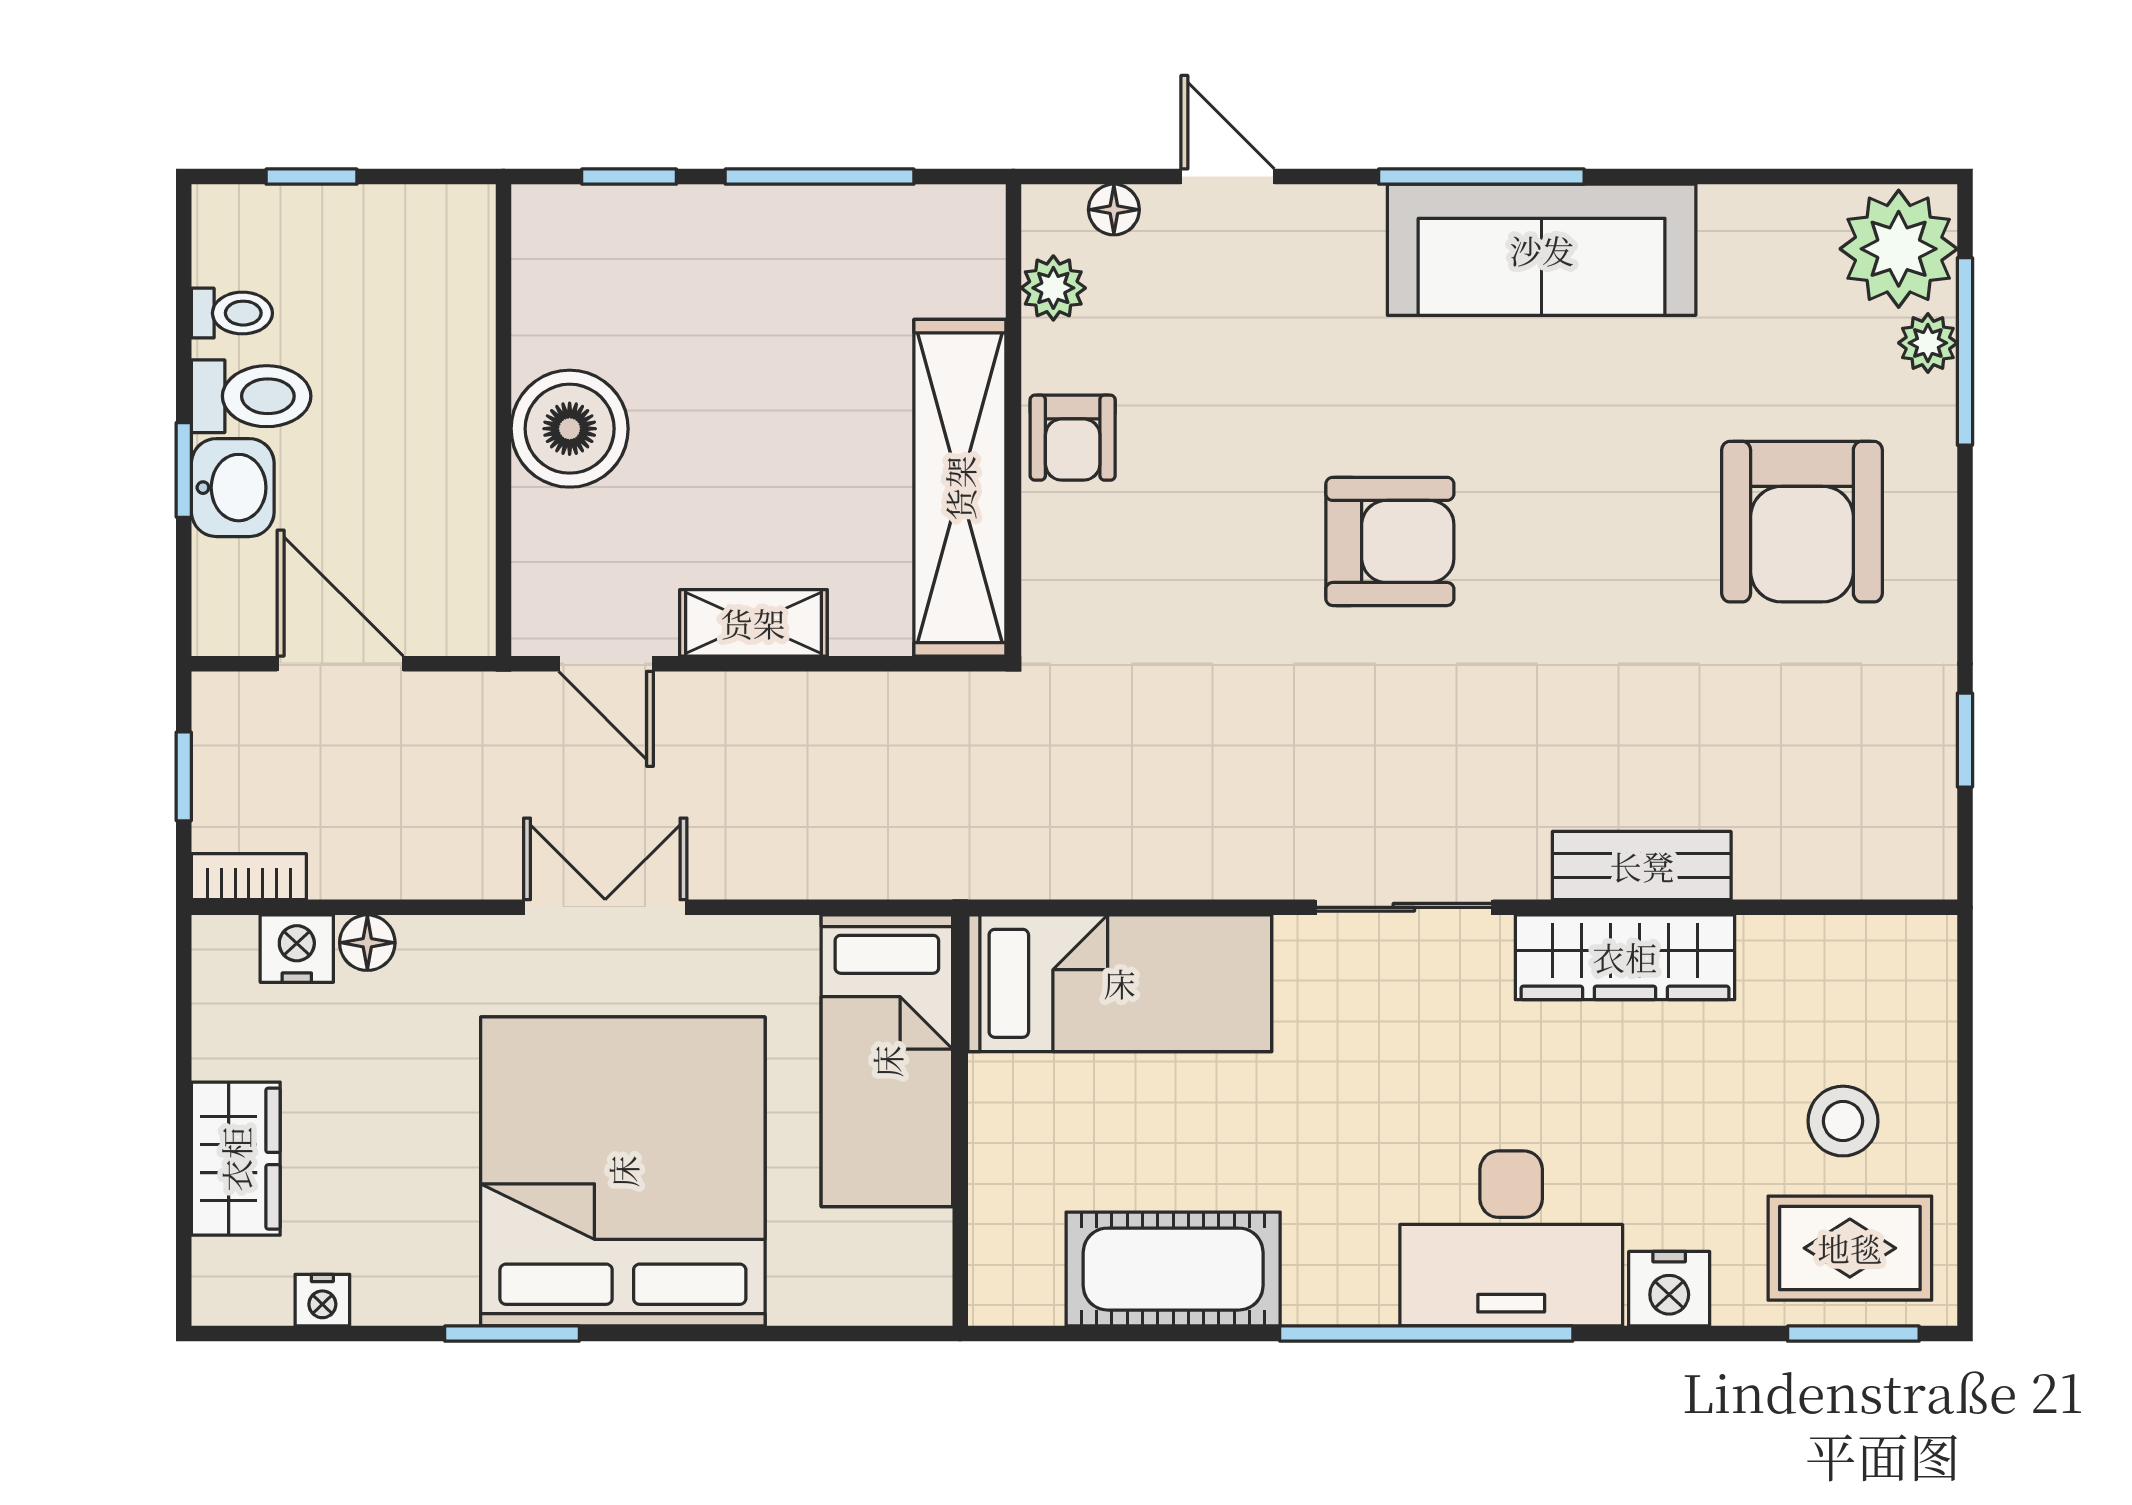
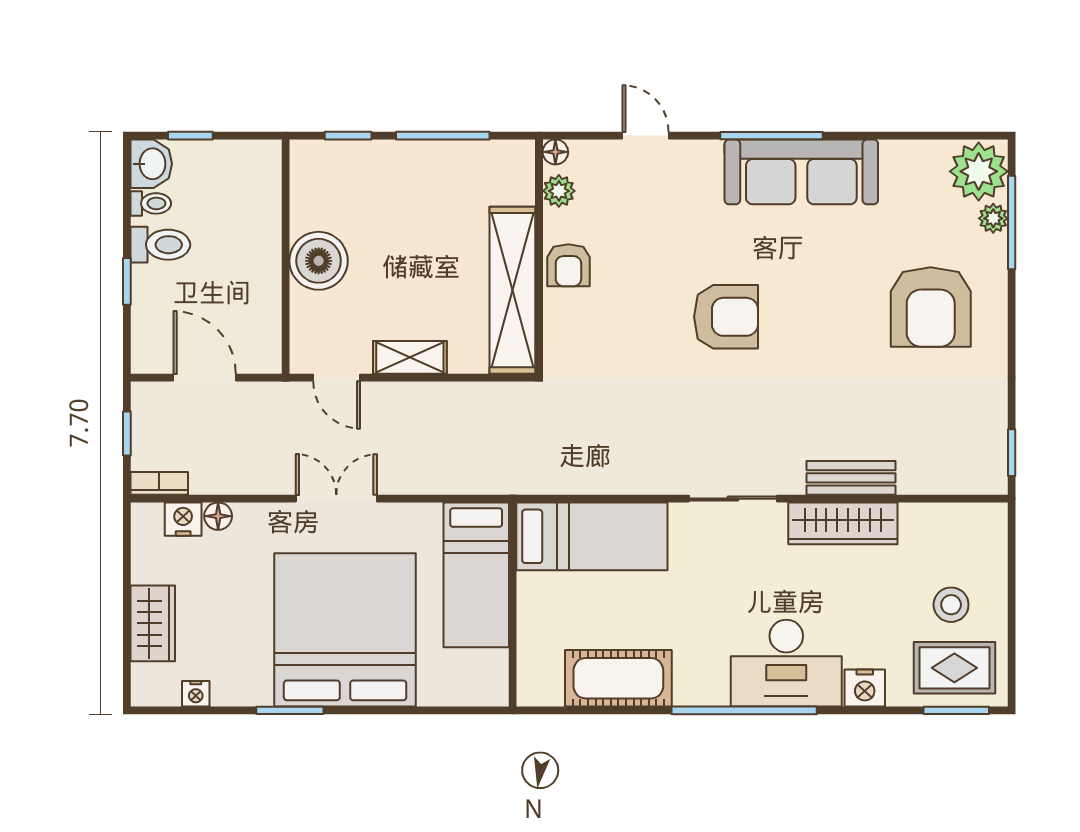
floor lamp: (1114, 210) -> (555, 152), moved
washbasin: (233, 488) -> (151, 164), moved
window: (1965, 740) -> (1012, 453), moved

